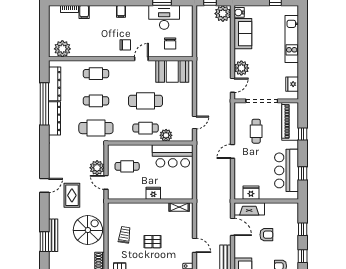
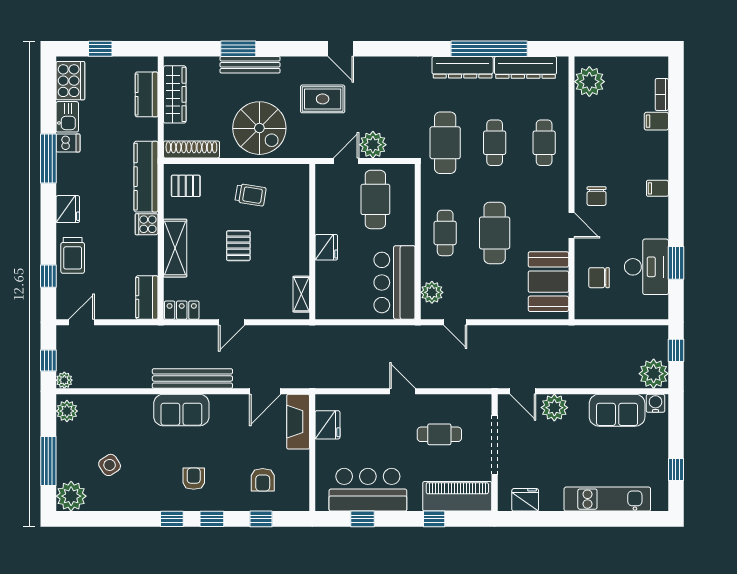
plant: (166, 135) -> (432, 292), moved
cafe table: (127, 166) -> (375, 199), width x1.37, depth x1.35
armchair: (266, 235) -> (263, 480), moved

